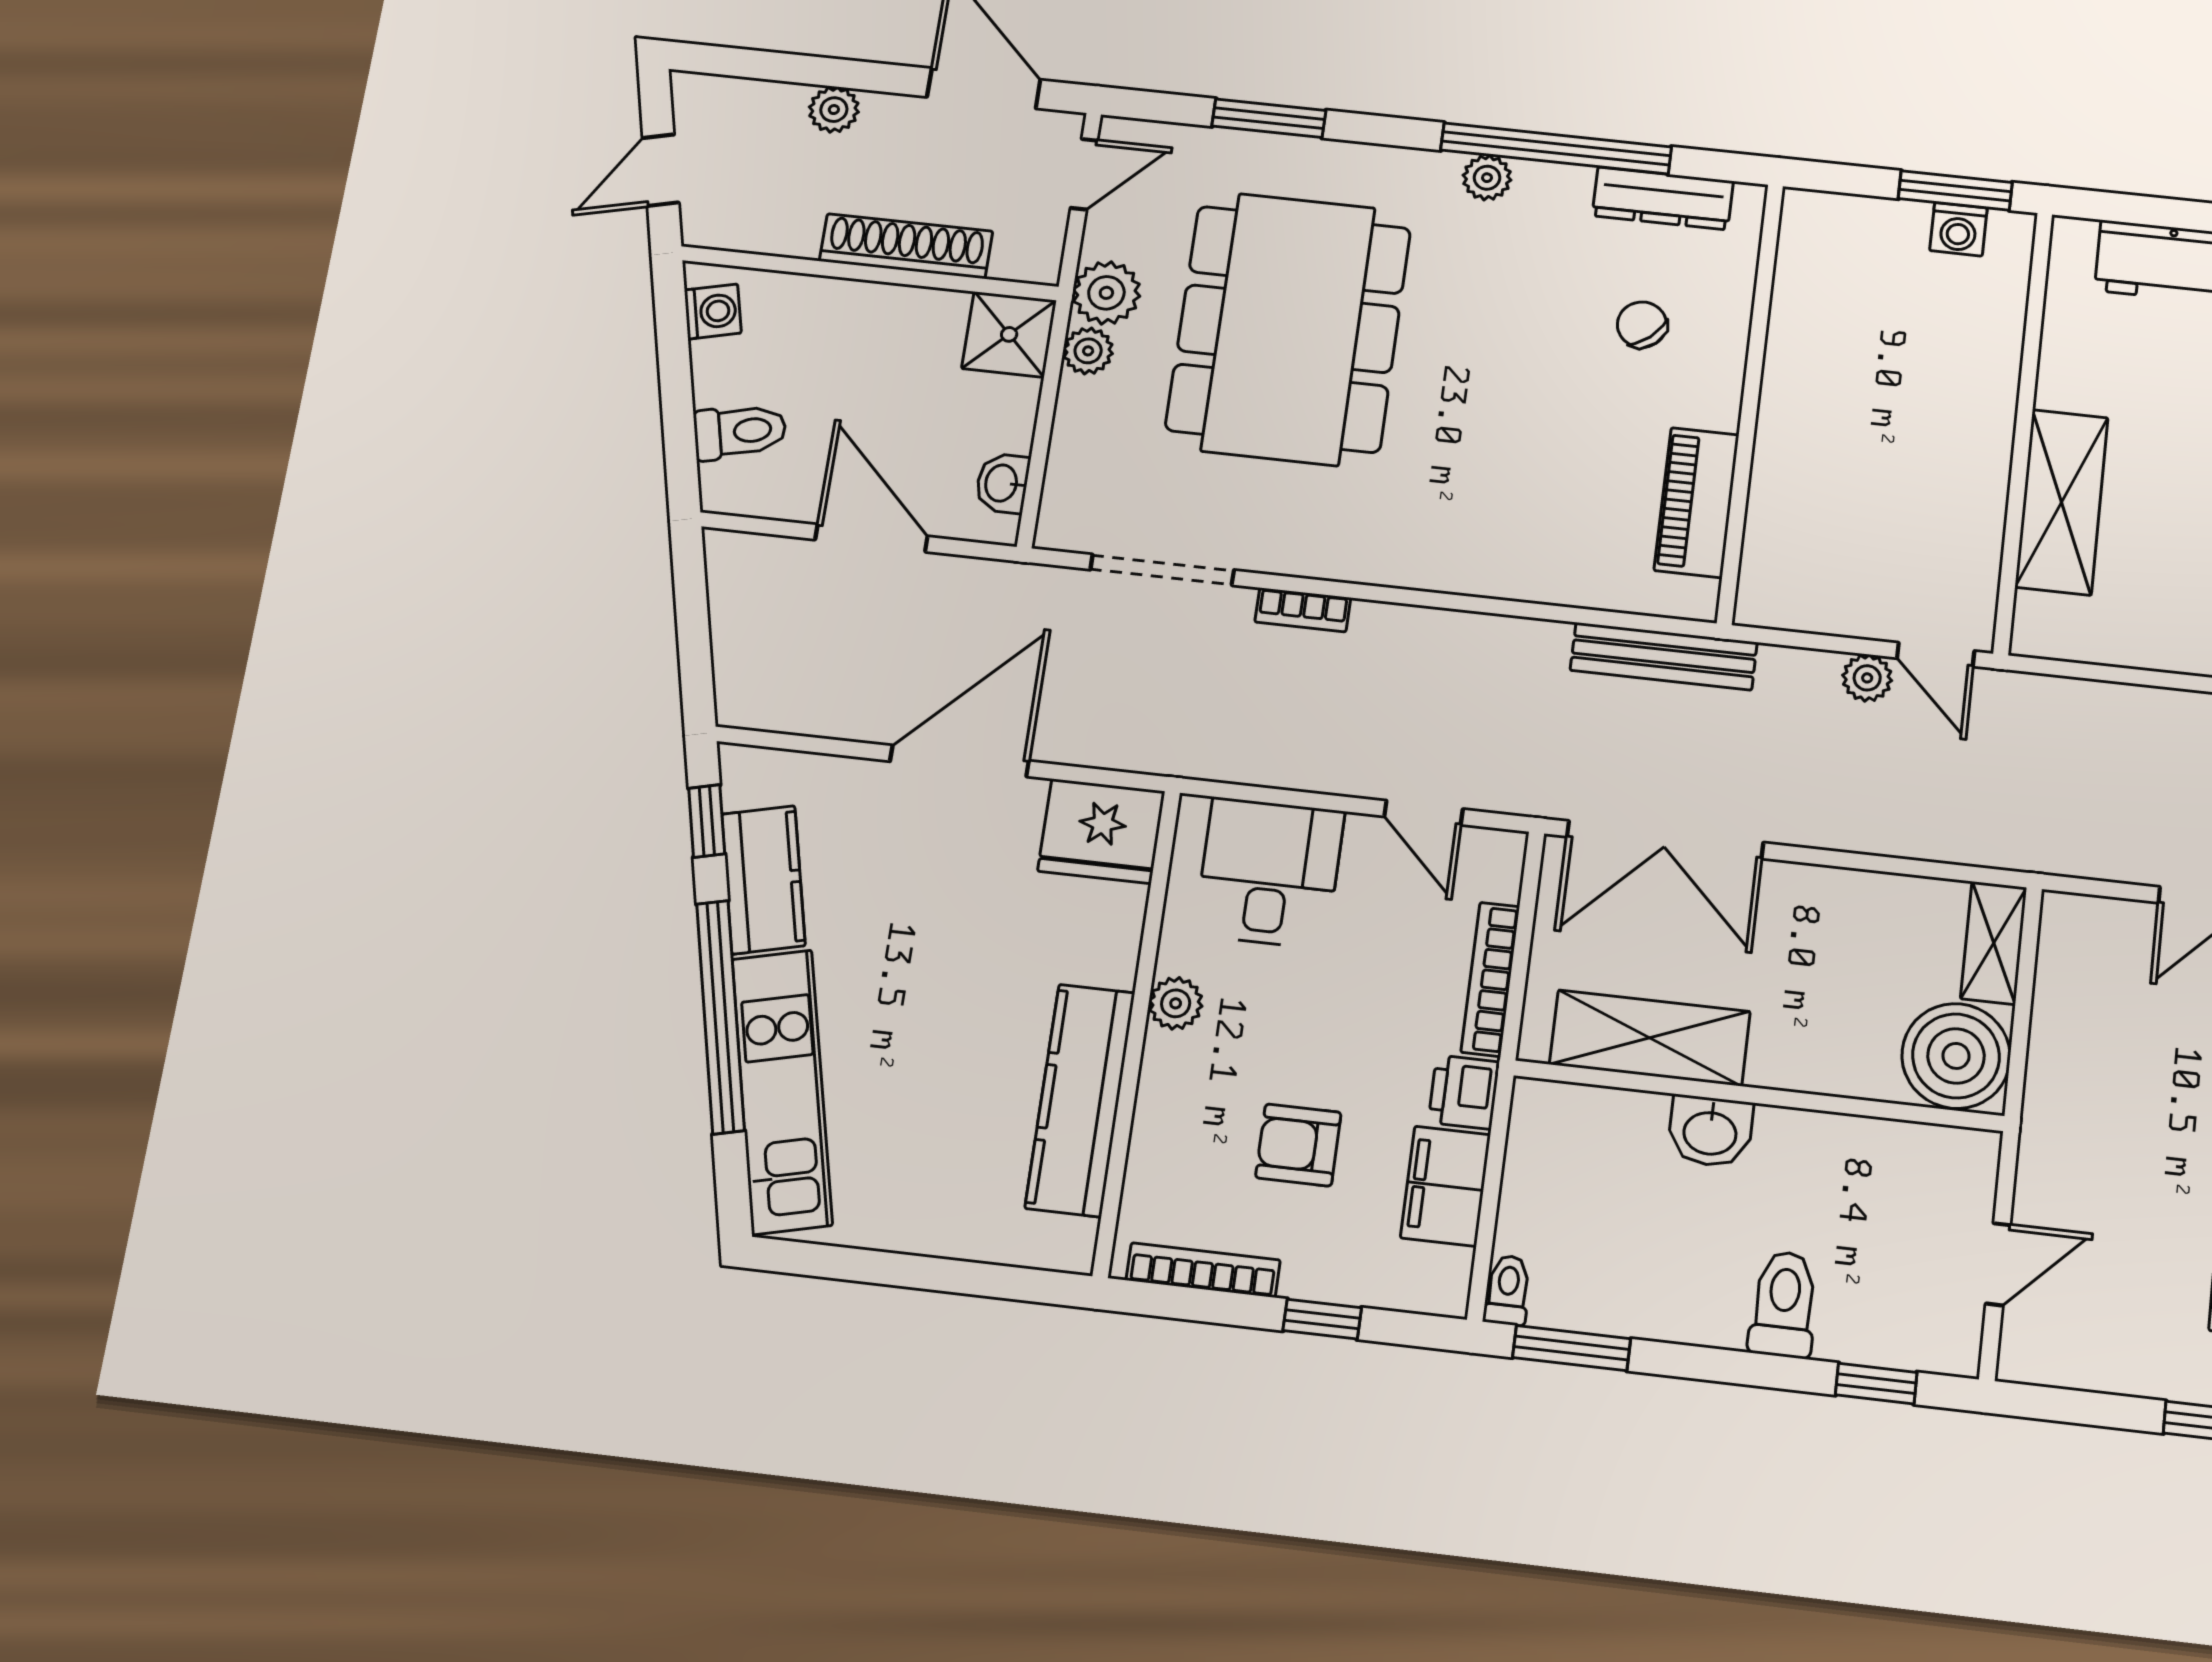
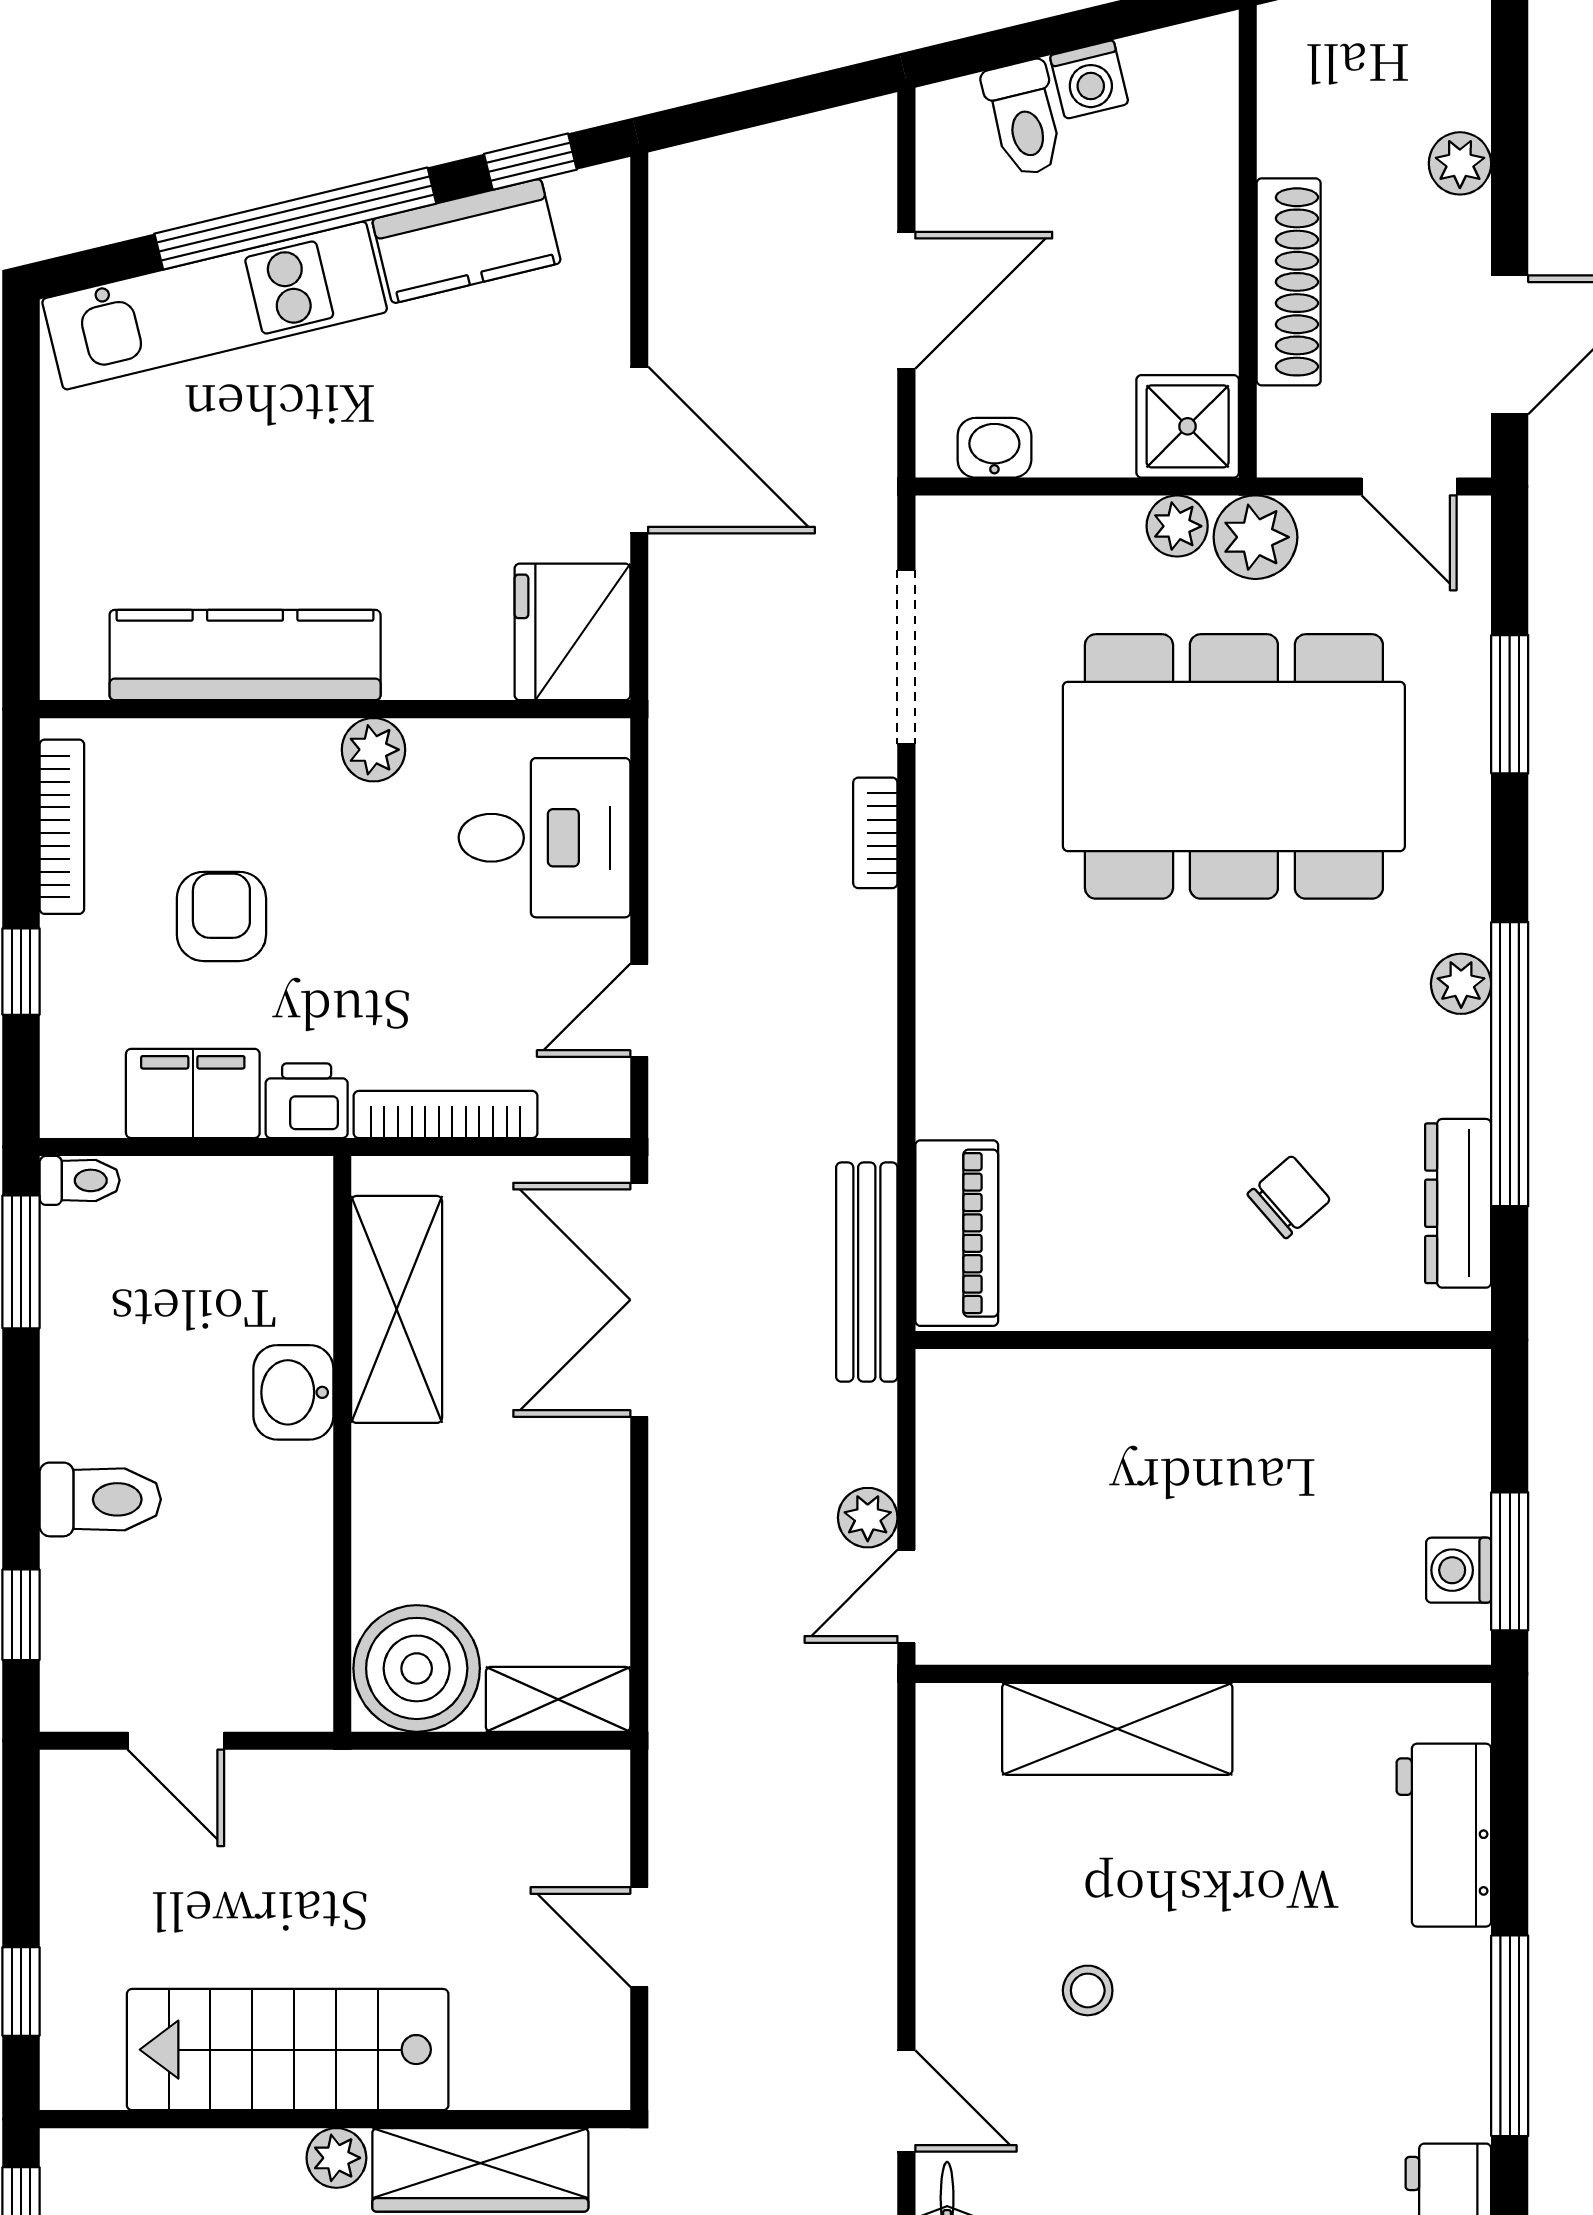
washing machine: (713, 312) -> (1089, 80), moved
piano: (1697, 503) -> (957, 1233), moved, turned 90

